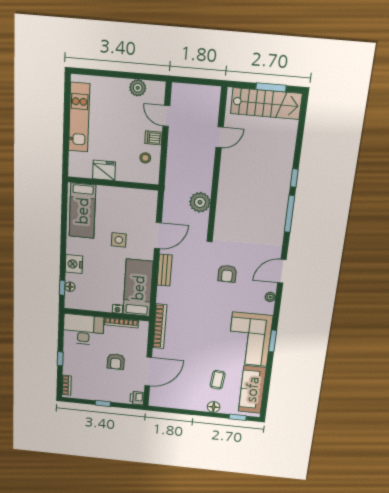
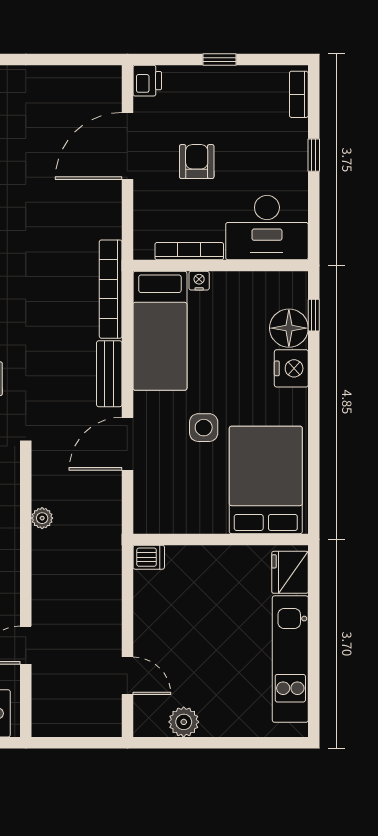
dishwasher: (153, 138) -> (149, 557), moved
stool: (145, 158) -> (162, 594), removed
fridge: (104, 170) -> (290, 572), moved, turned 90
plant: (200, 202) -> (42, 518), width x0.53, depth x0.53
bed: (82, 211) -> (266, 480), width x1.50
floor lamp: (70, 287) -> (289, 328), width x1.89, depth x1.89
bookcase: (160, 326) -> (111, 289), moved

